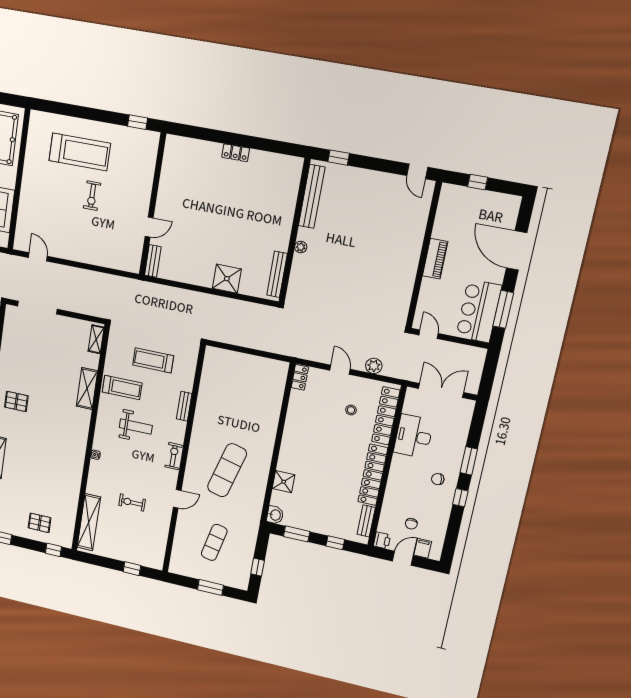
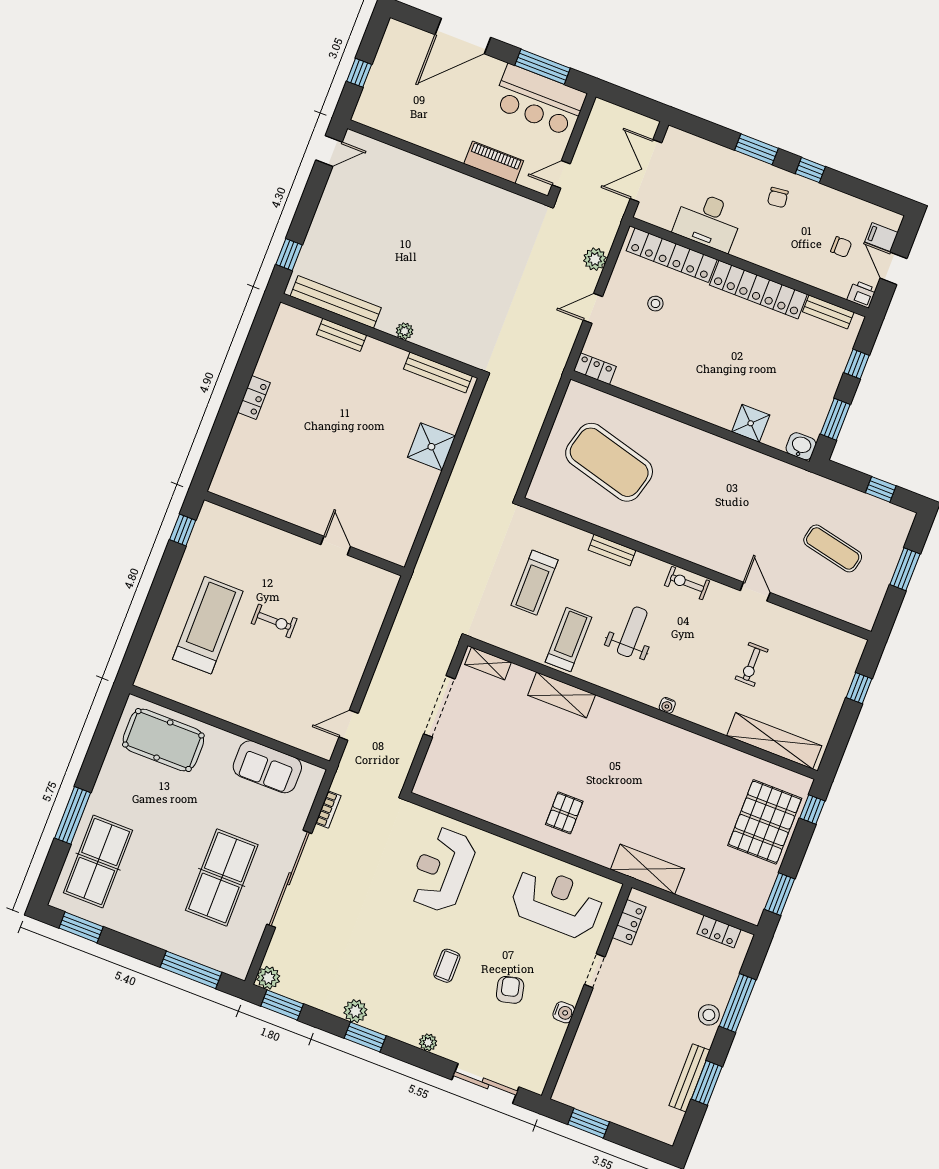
piano: (435, 259) -> (494, 162), moved
bench: (153, 261) -> (342, 335), moved
doorway: (37, 308) -> (439, 706), moved
exercise mat: (227, 470) -> (609, 462), moved, width x1.47
pallet: (40, 523) -> (765, 822), width x2.05, depth x2.00

